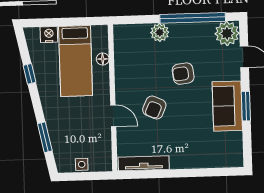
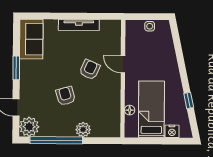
armchair: (183, 74) -> (66, 96), turned -99
sofa: (227, 106) -> (31, 39), moved
window: (45, 137) -> (178, 49), removed
tv unit: (144, 163) -> (79, 25), moved

